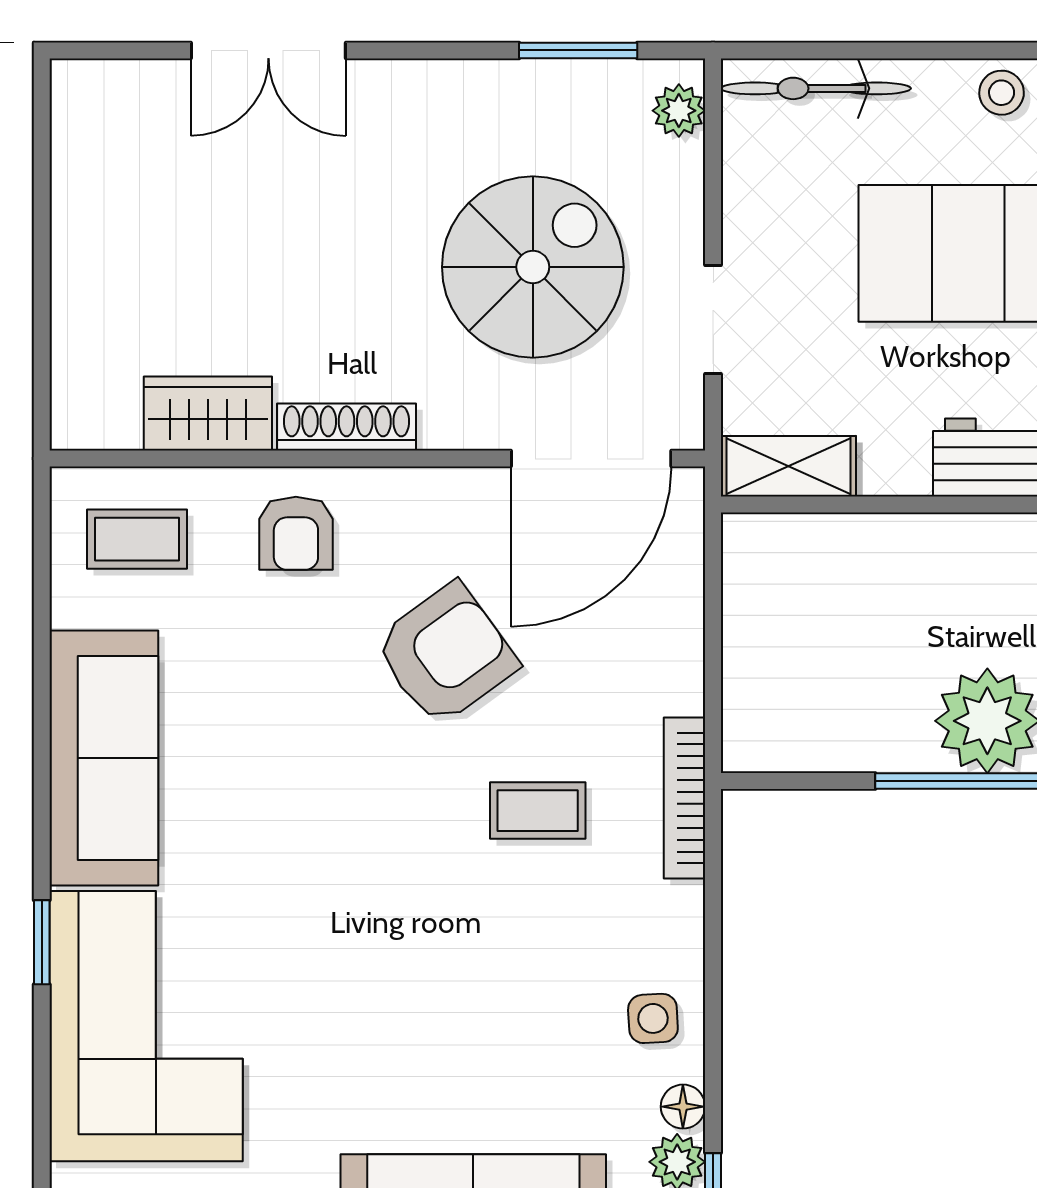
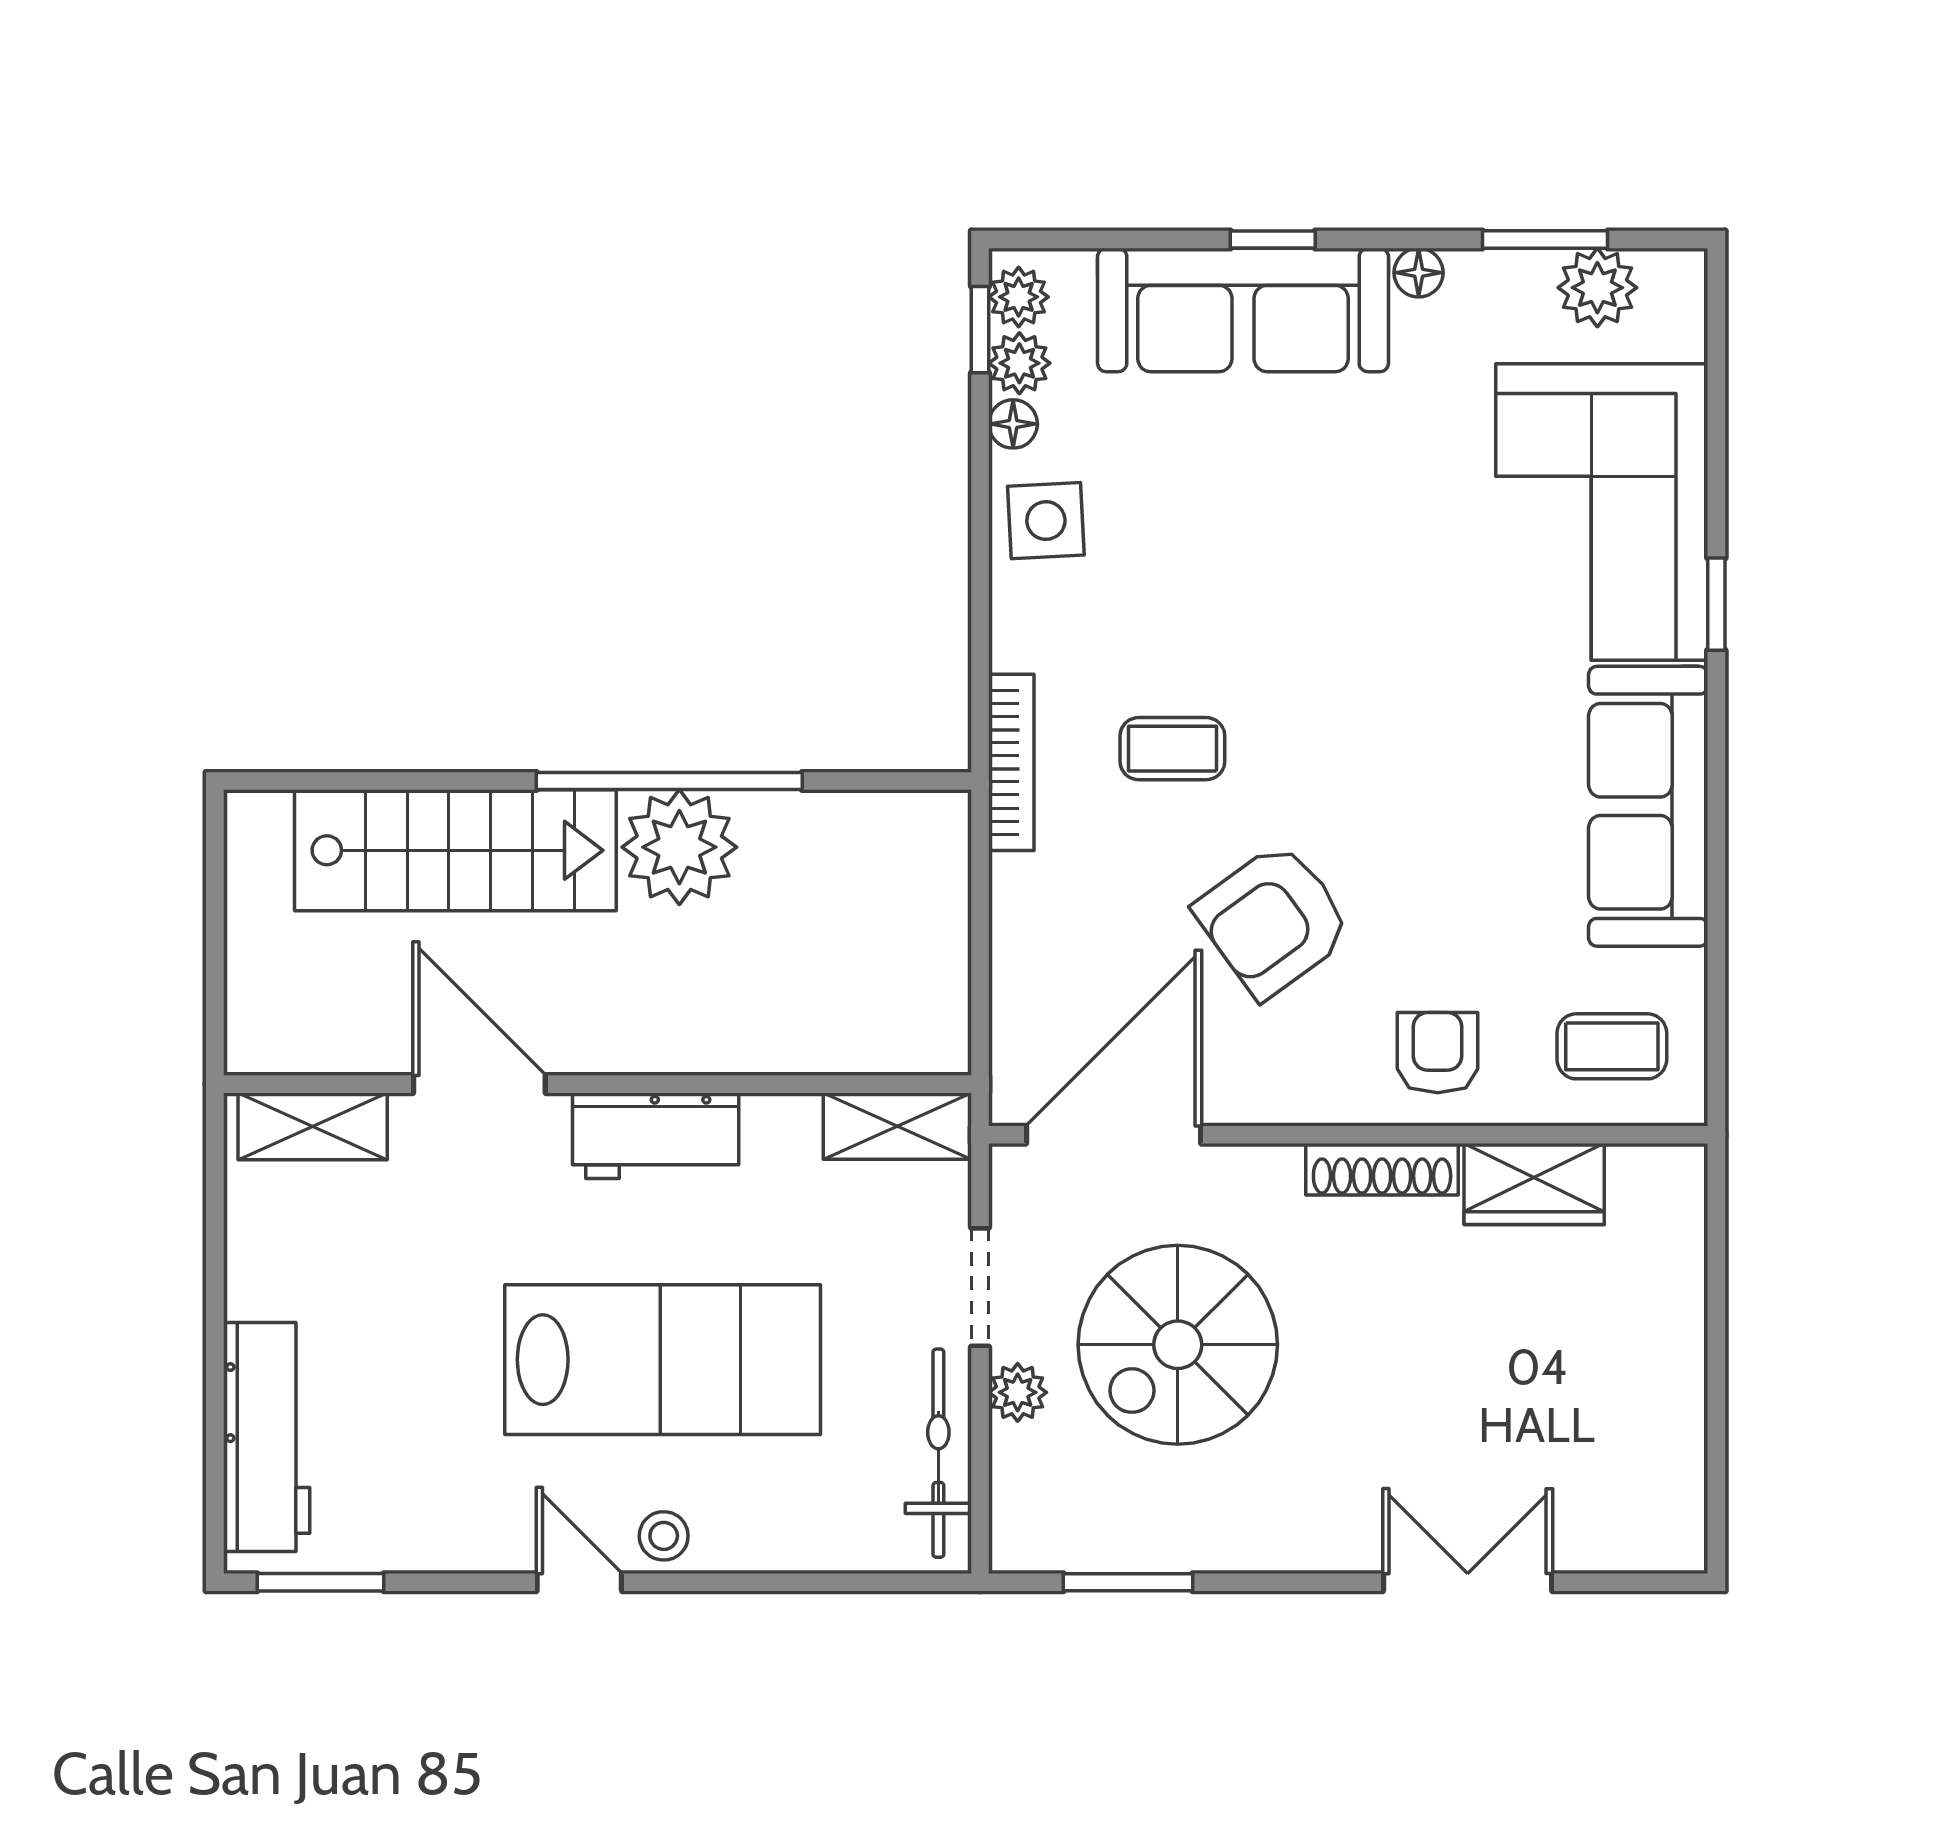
bicycle: (816, 88) -> (938, 1453), moved, turned -90
plant: (679, 111) -> (1018, 1392), moved
side table: (653, 1018) -> (1046, 521), width x1.37, depth x1.37

